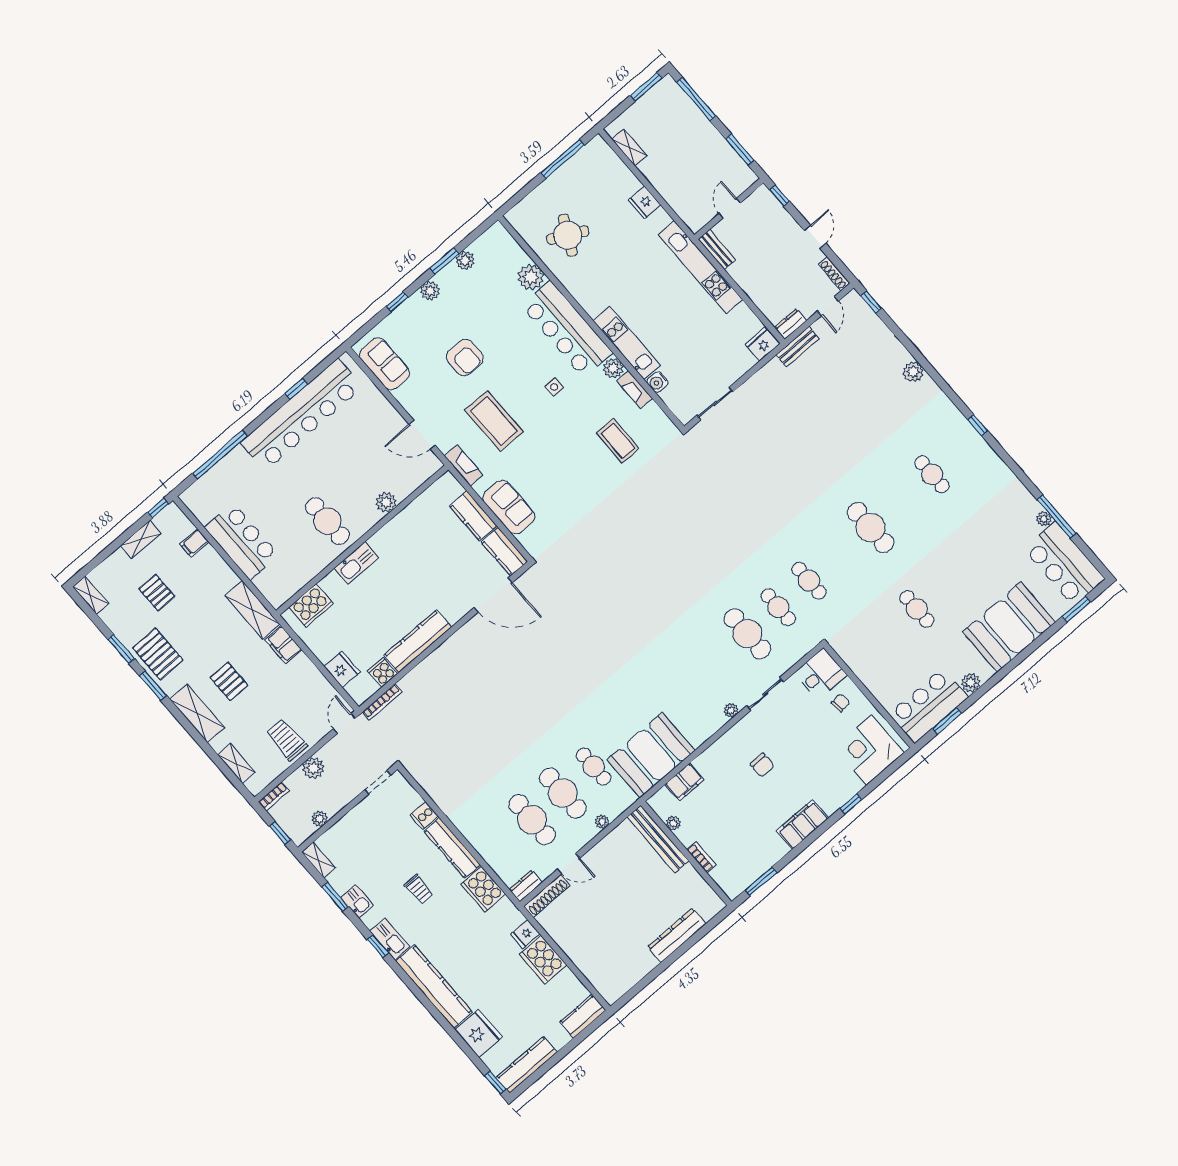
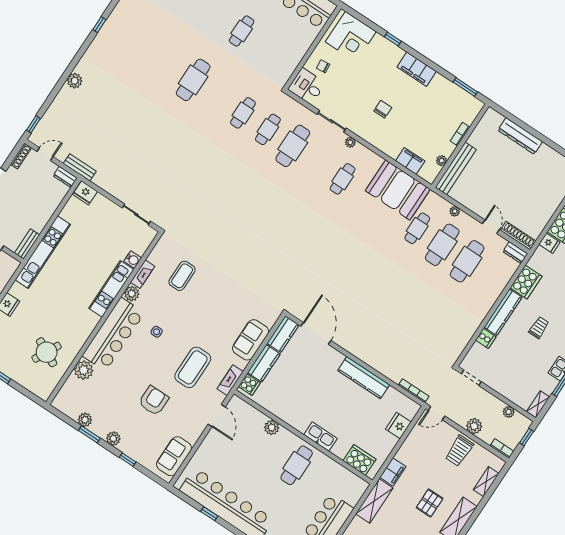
cafe table: (932, 474) -> (343, 179), moved
cooker: (383, 672) -> (249, 385), moved, turned -90

